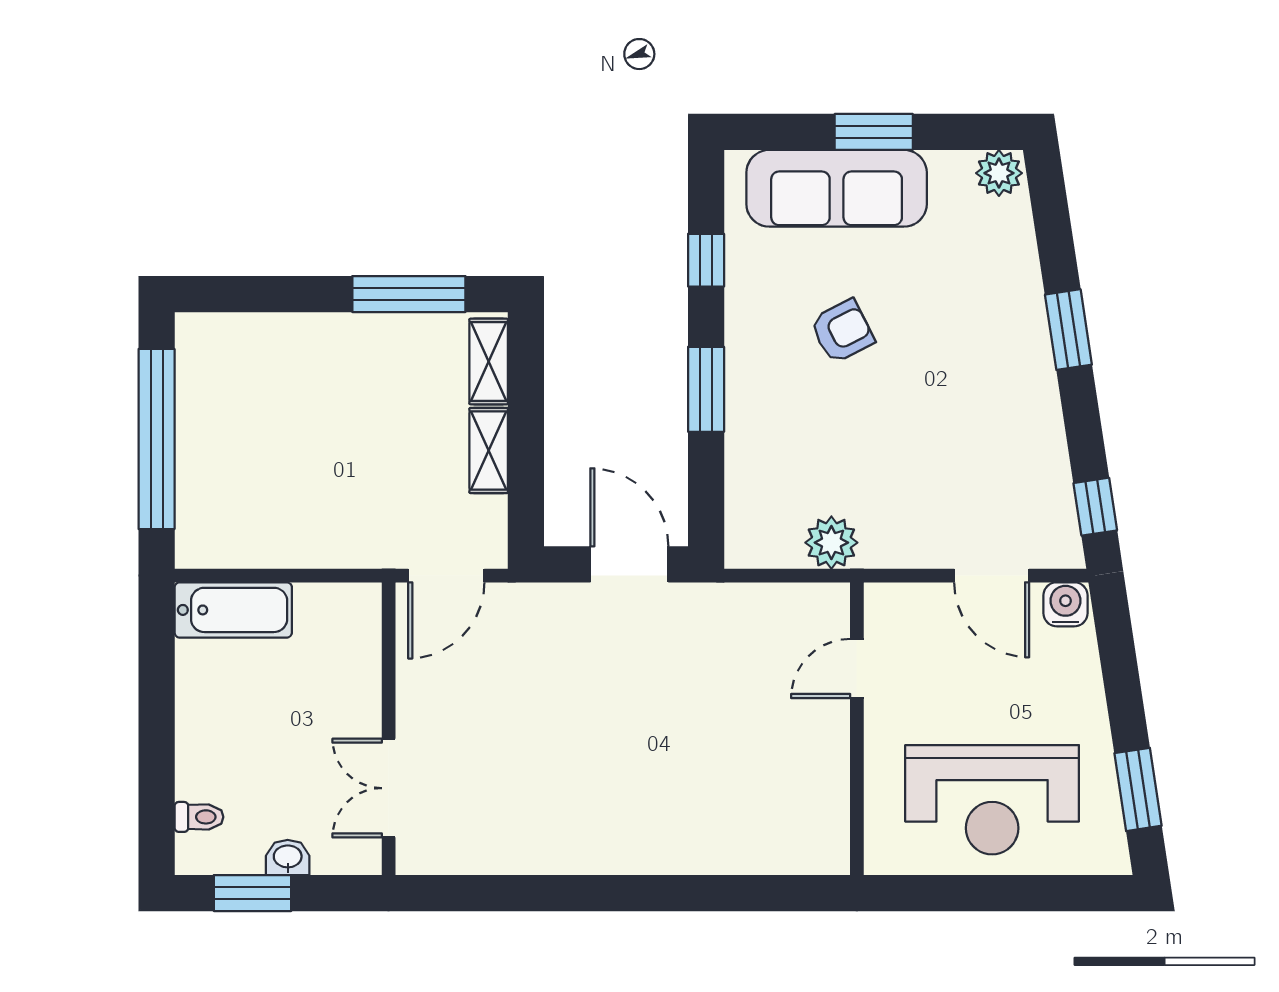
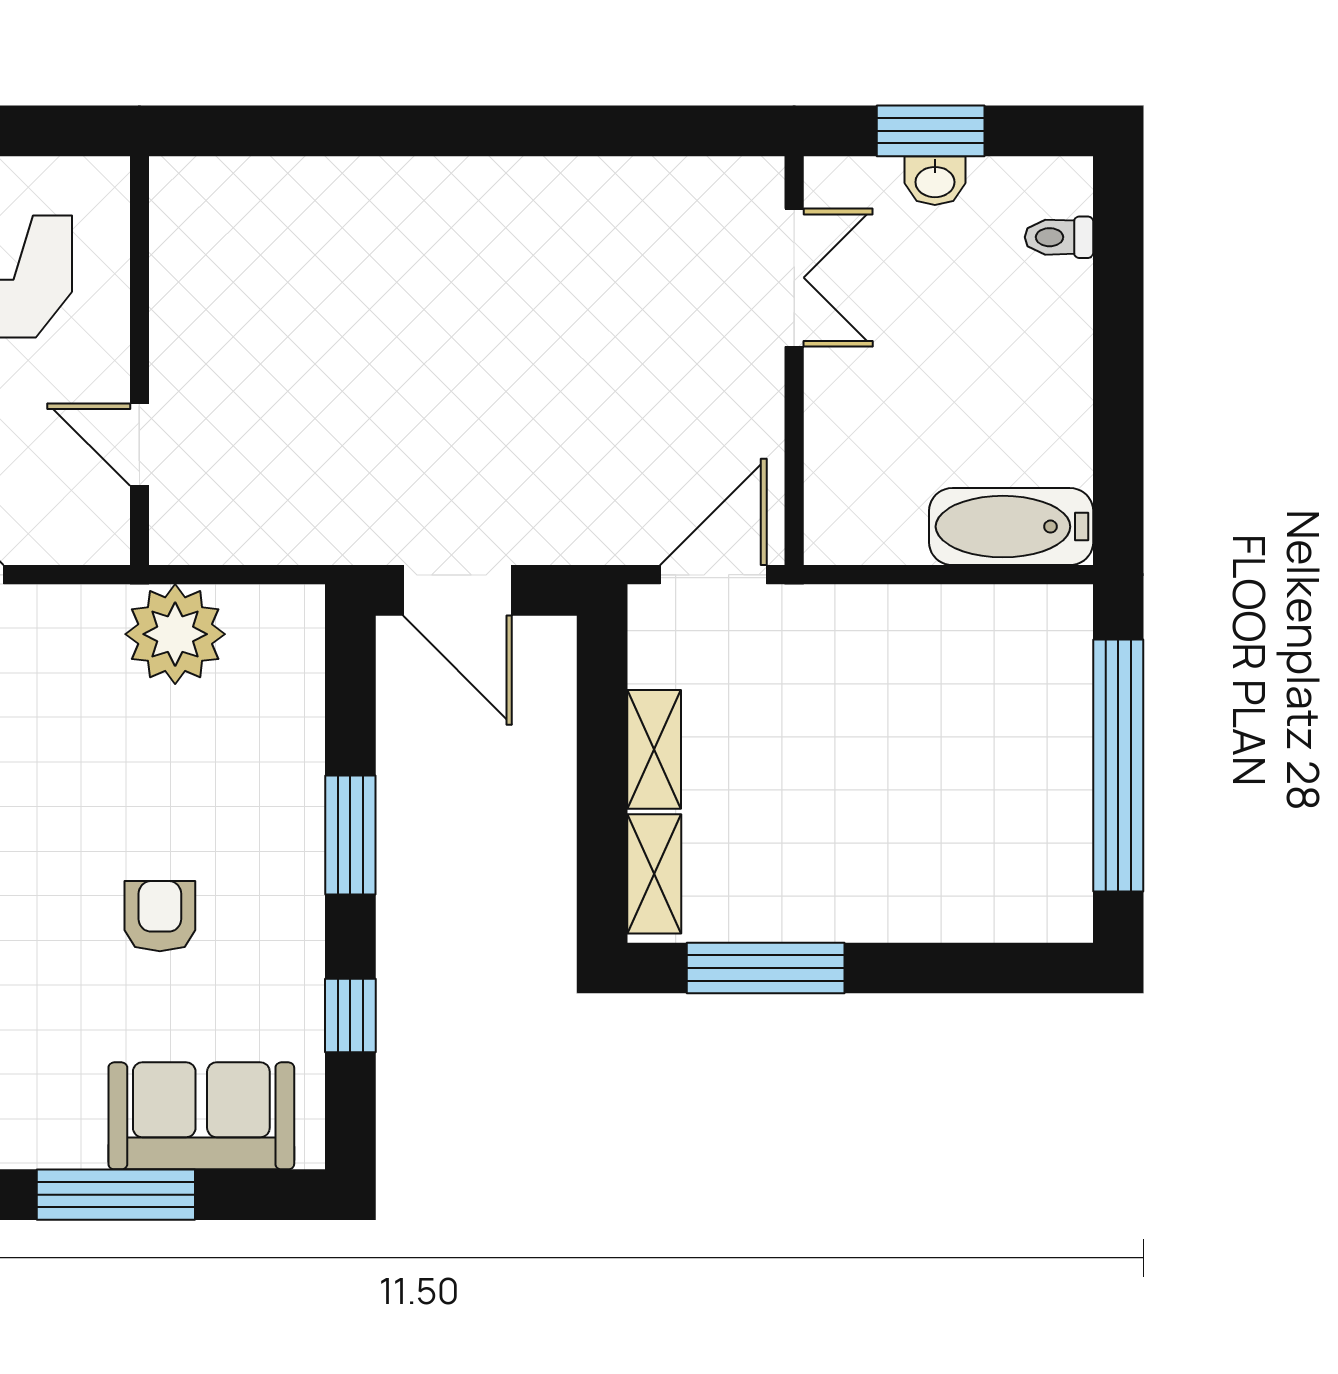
window: (874, 132) -> (116, 1195), width x1.44
sofa: (837, 188) -> (201, 1116), width x0.73
armchair: (842, 331) -> (160, 916), turned 117
plant: (831, 543) -> (175, 634), width x1.36, depth x1.36
door: (857, 668) -> (139, 445), swing flipped
window: (252, 893) -> (931, 131), moved

